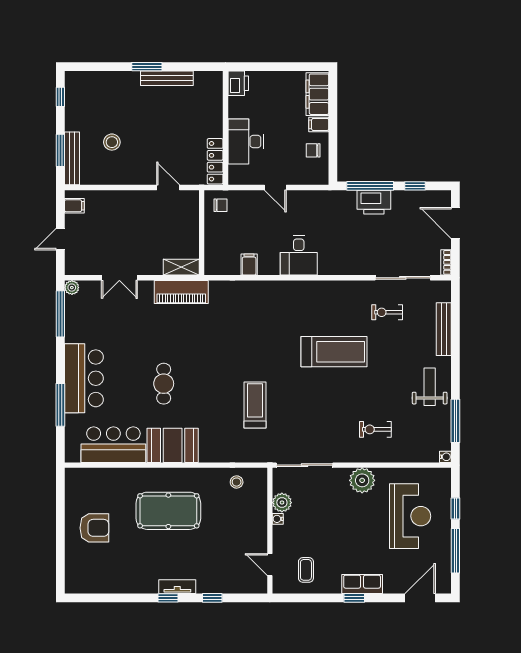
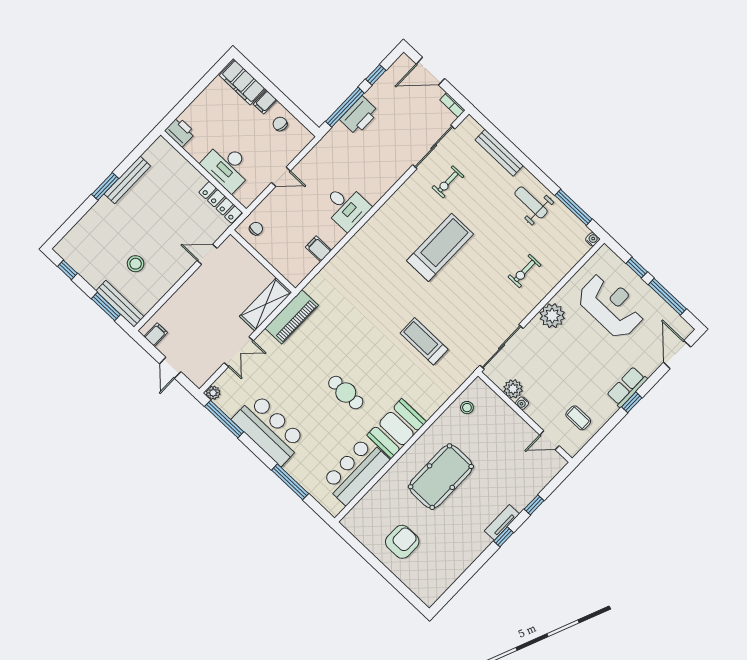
chair: (313, 150) -> (280, 124), turned 101
shelving: (181, 267) -> (266, 304), width x1.50, depth x1.33
bar counter: (84, 378) -> (269, 429), moved

